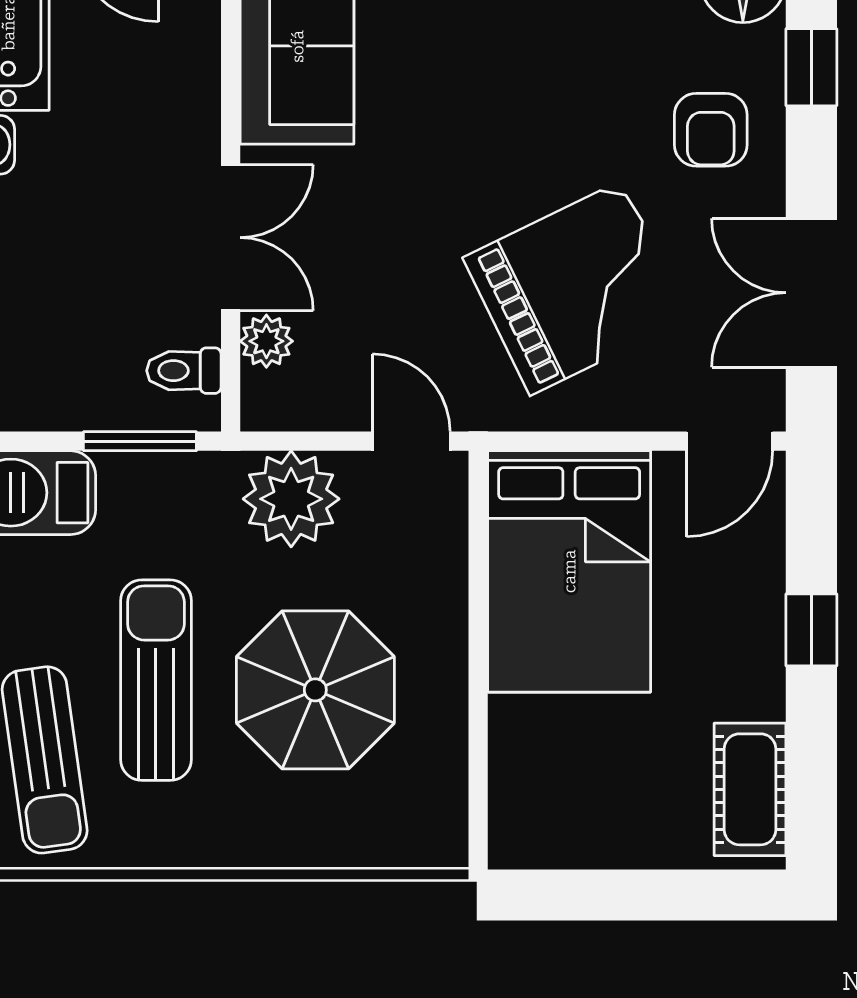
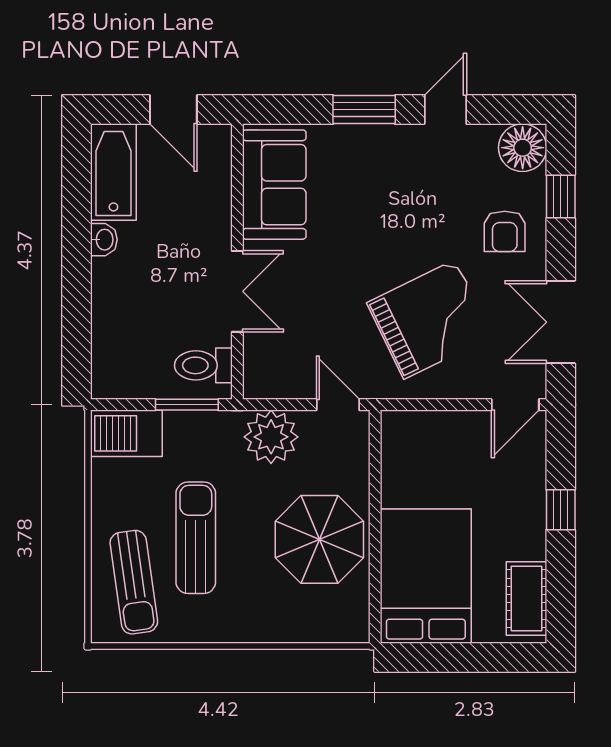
plant: (266, 341) -> (257, 349), removed
toilet: (184, 371) -> (203, 365), width x1.37, depth x1.39
bed: (569, 571) -> (426, 576), moved, turned 180
parasol: (315, 690) -> (319, 539), moved

